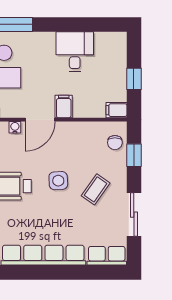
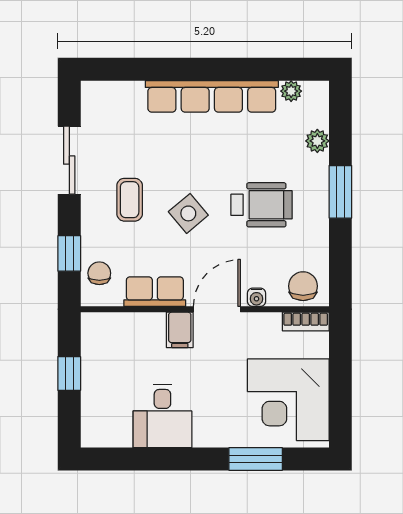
filing cabinet: (116, 110) -> (97, 324), removed
side table: (58, 181) -> (188, 213), turned -37
coffee table: (96, 189) -> (130, 200), turned -35
row of seats: (107, 256) -> (155, 292), moved, turned 180

